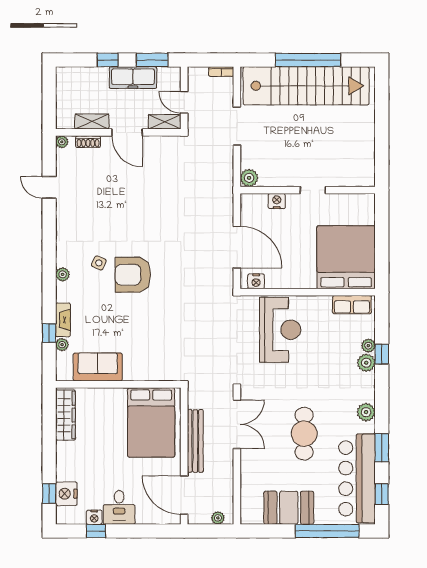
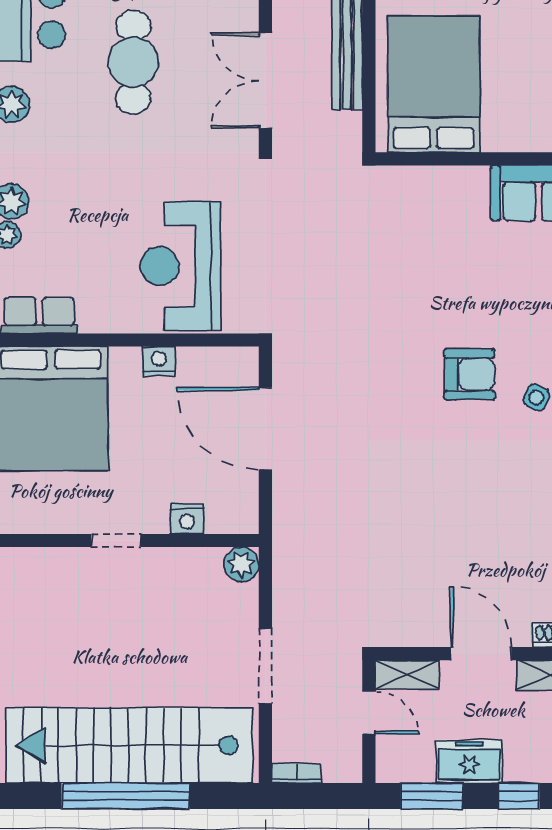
freezer: (133, 78) -> (469, 762), width x0.71
armchair: (133, 275) -> (469, 374), width x0.73, depth x0.73
nightstand: (256, 281) -> (159, 361), moved

